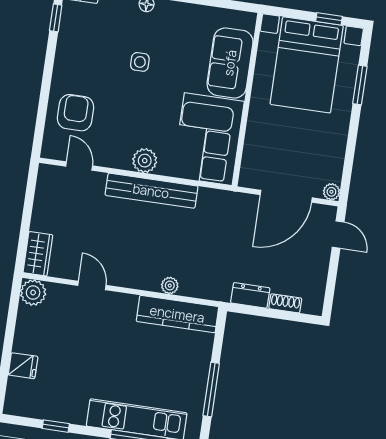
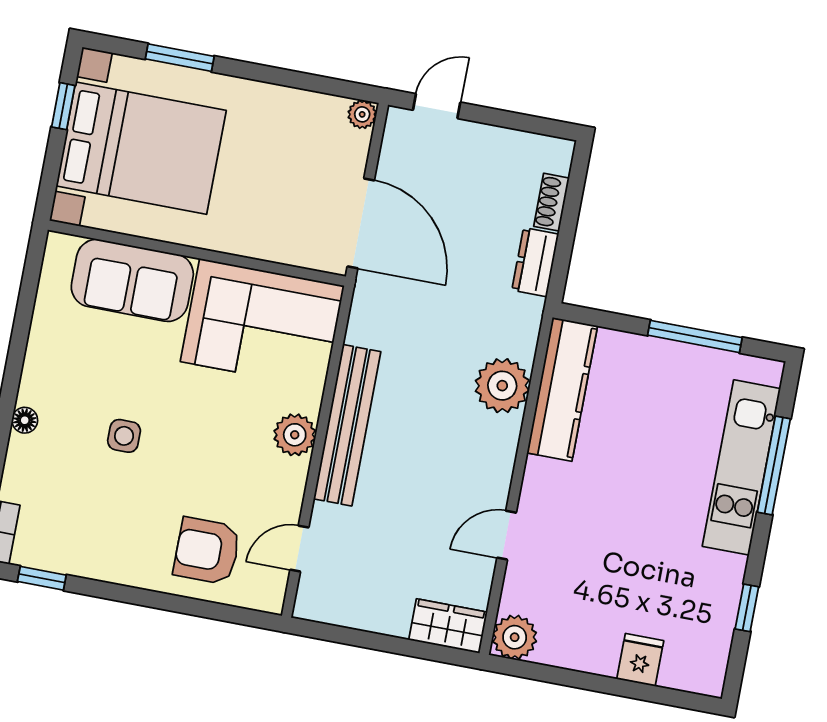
door: (286, 196) -> (361, 223), moved
plant: (170, 286) -> (502, 386), width x1.87, depth x1.87

